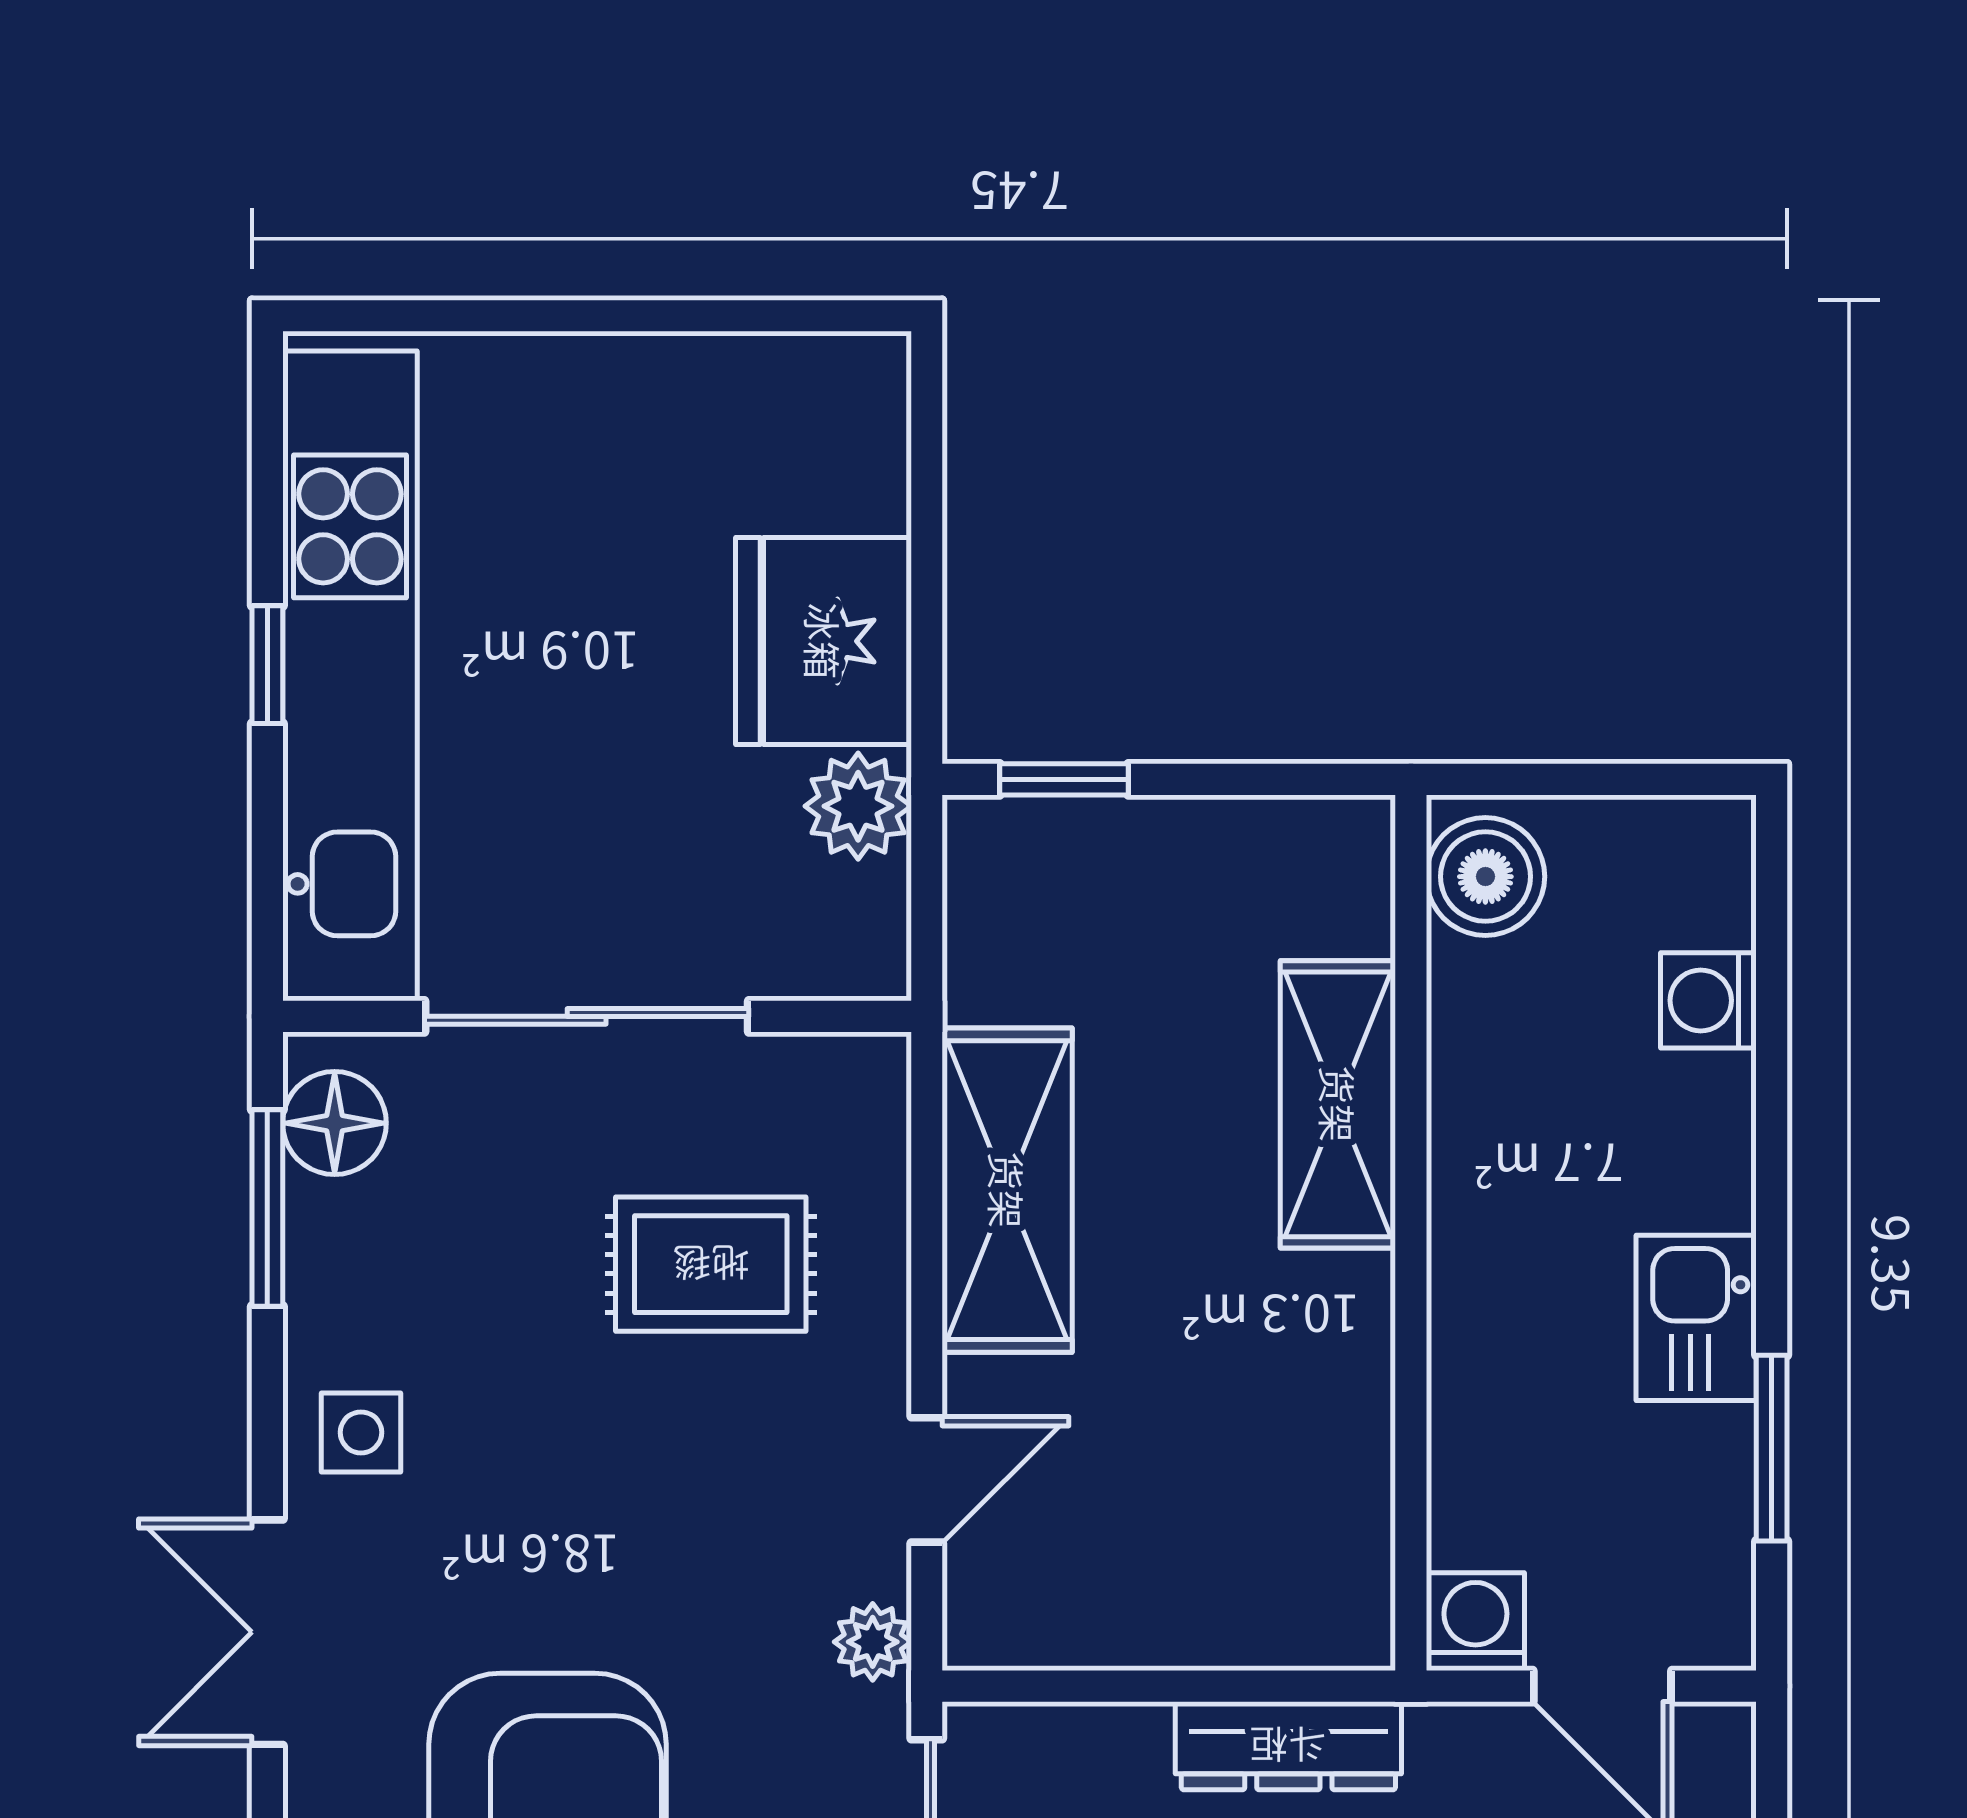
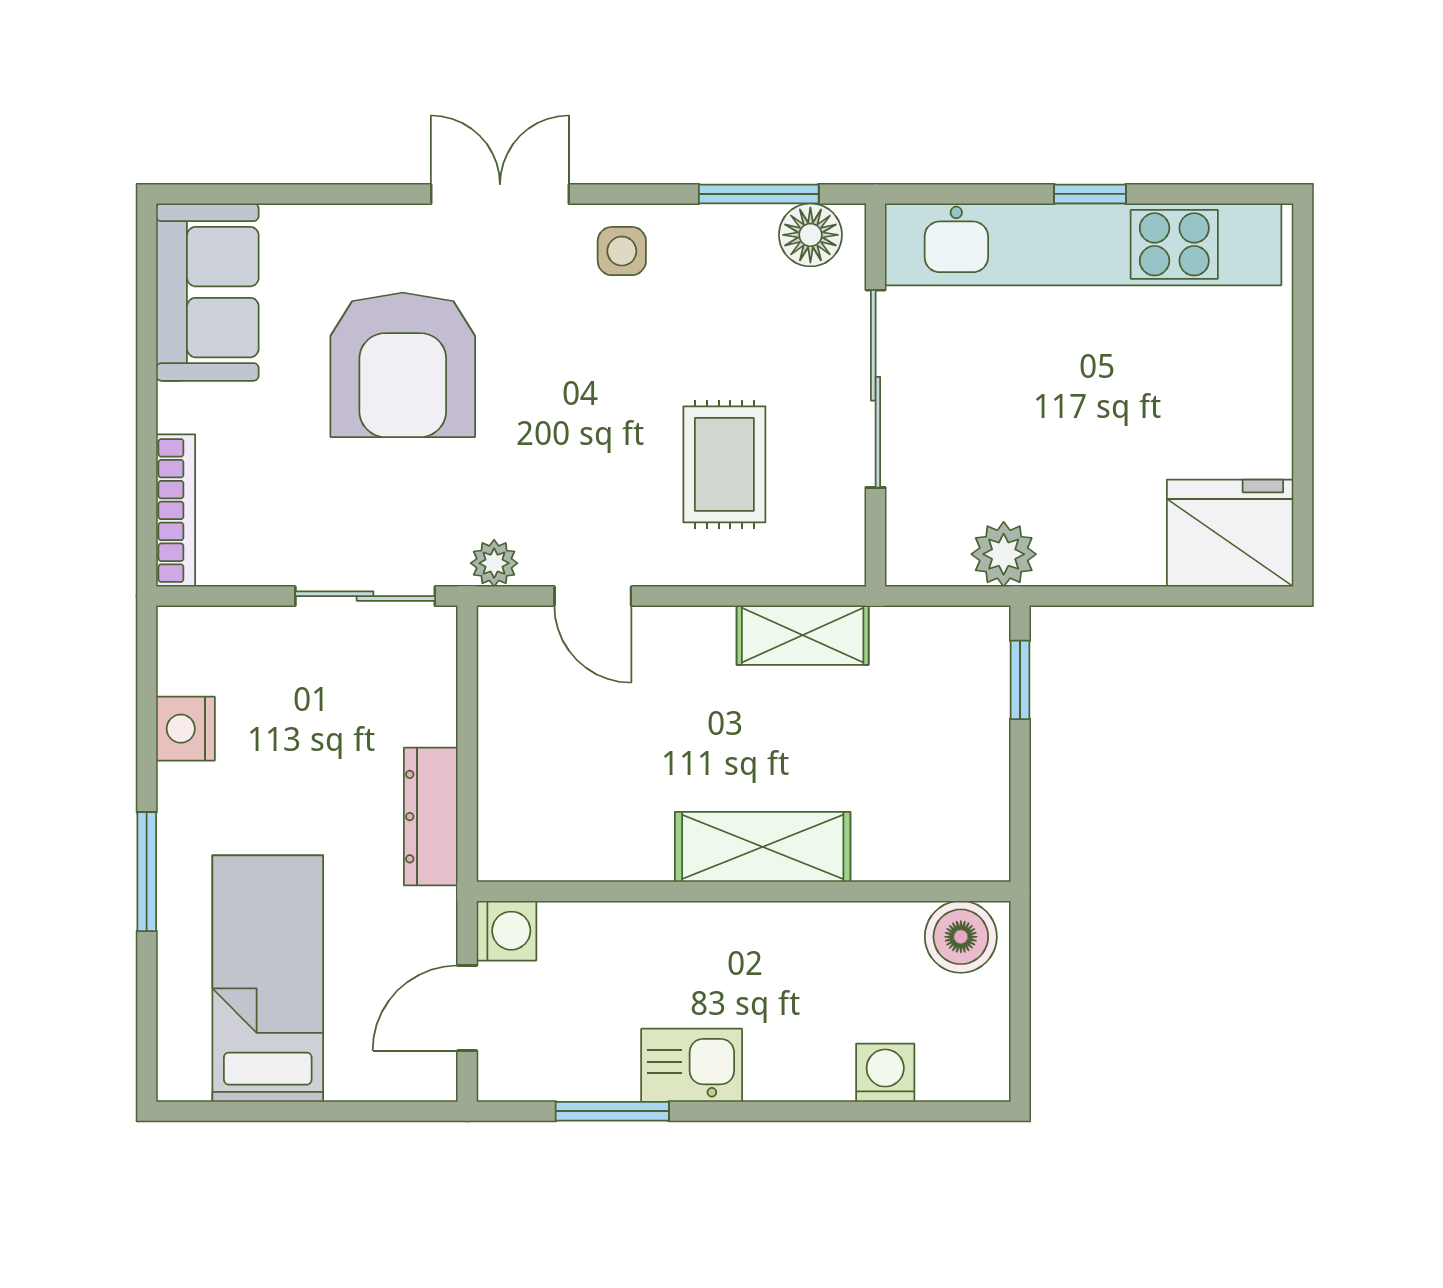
fridge: (823, 641) -> (1230, 533), moved
shelving: (1338, 1104) -> (763, 847), moved
shelving: (1007, 1190) -> (803, 635), width x0.67, depth x0.75

